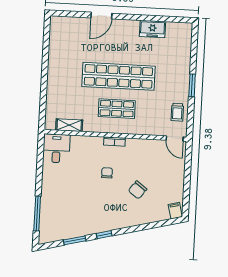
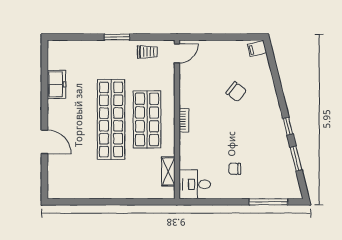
shop shelf: (117, 109) -> (147, 119), width x1.43, depth x1.36
chair: (107, 173) -> (235, 169), moved

